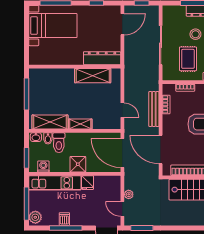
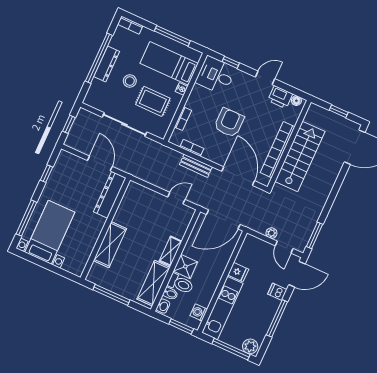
door: (122, 24) -> (100, 164), moved
shelving: (93, 76) -> (110, 245), moved
bench: (154, 109) -> (196, 166), width x0.73
door: (161, 149) -> (238, 176), swing flipped
shower: (78, 164) -> (185, 266), moved
door: (122, 209) -> (284, 247), hinge flipped
dishwasher: (64, 219) -> (277, 292), moved

